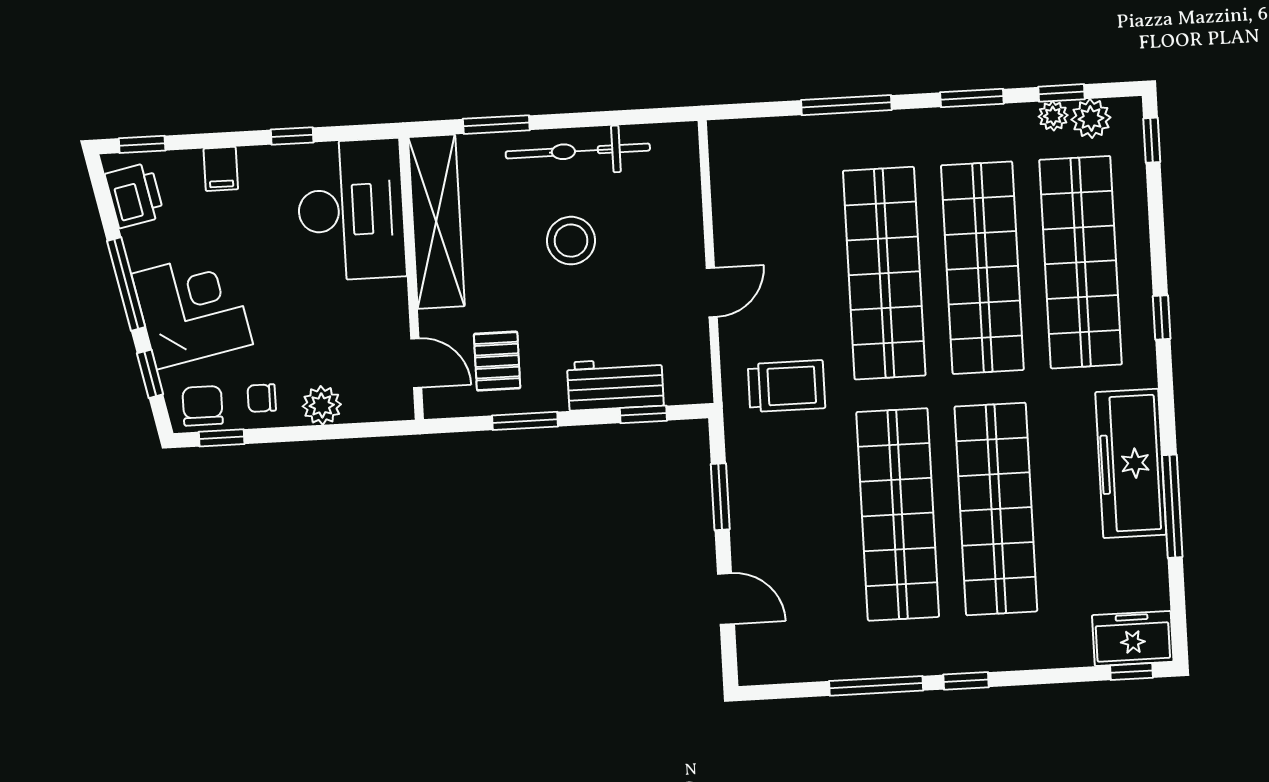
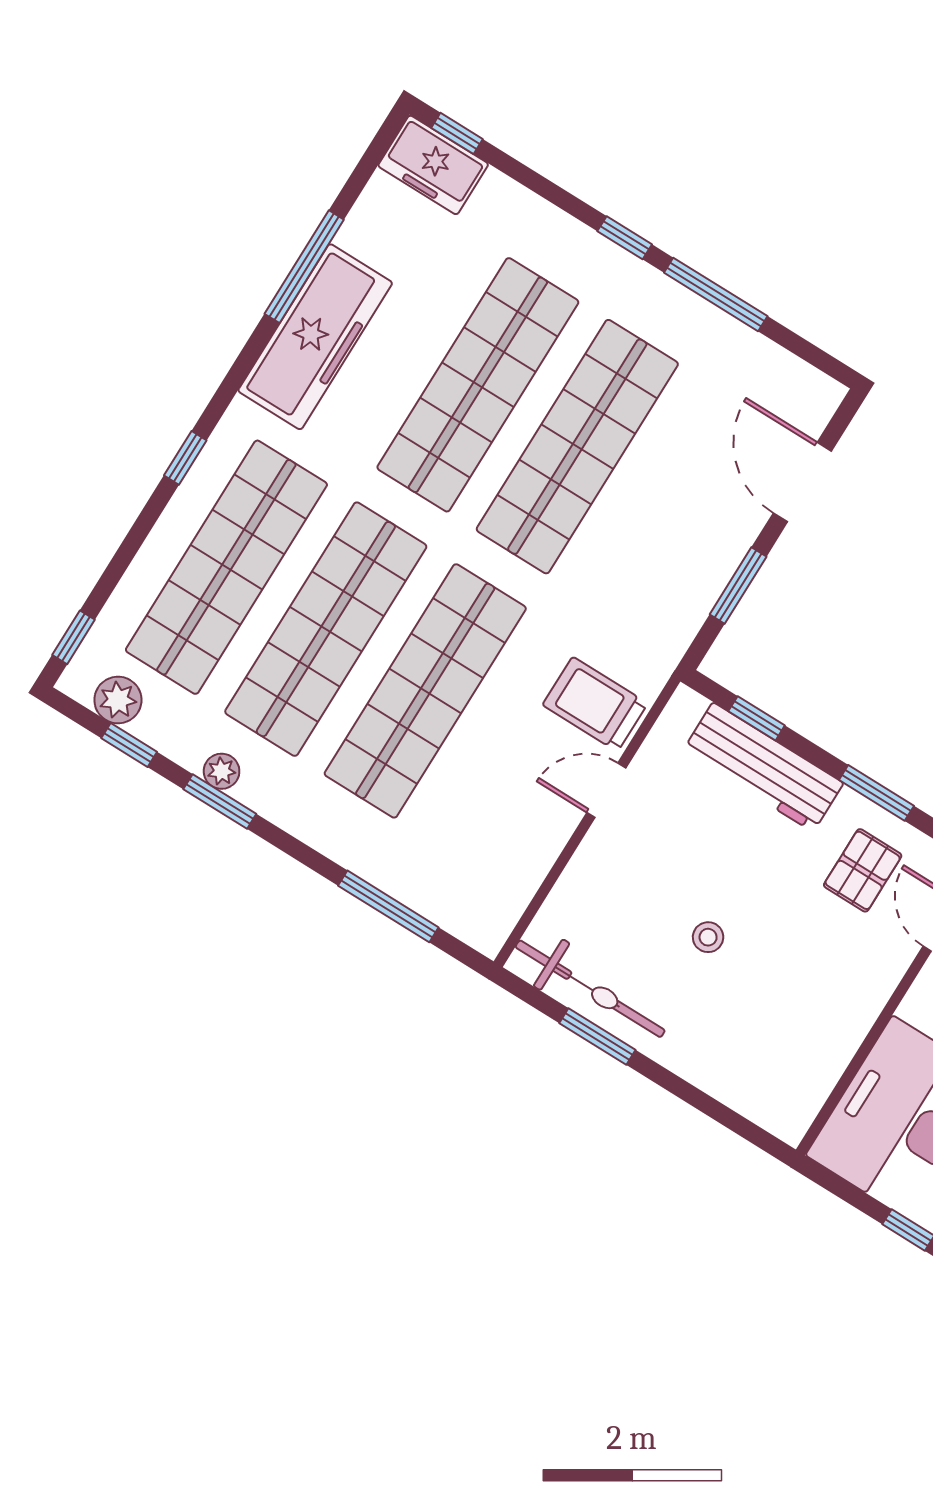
window: (846, 105) -> (388, 906), moved
plant: (1053, 116) -> (222, 771), moved
window: (496, 125) -> (597, 1037), moved
bicycle: (578, 151) -> (590, 989), moved
shelving: (436, 222) -> (826, 1048), removed
stool: (571, 241) -> (708, 937), width x0.53, depth x0.53
workbench: (615, 384) -> (763, 767), width x1.38
trolley: (786, 386) -> (595, 704), moved
door: (726, 599) -> (802, 482), width x1.38

